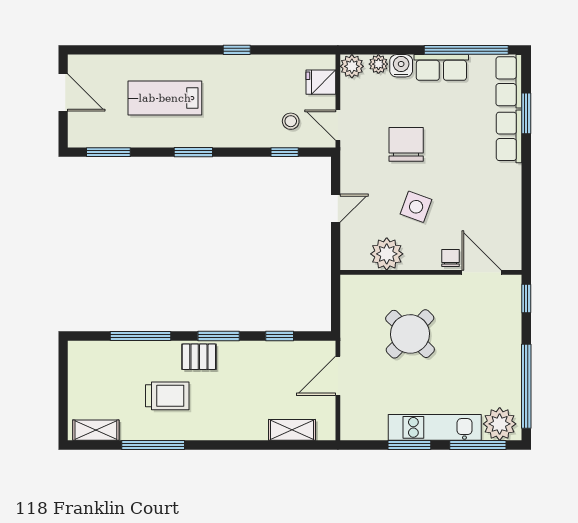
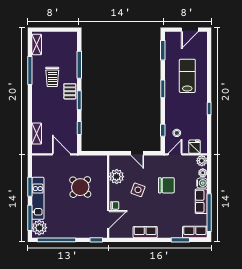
row of seats: (509, 136) -> (145, 232), moved

